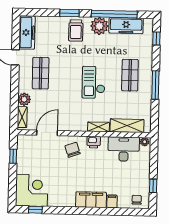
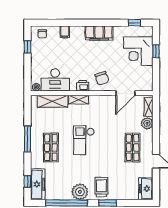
freezer: (126, 26) -> (38, 184), moved, turned 90
freezer: (27, 33) -> (146, 189), width x0.71
checkout: (94, 82) -> (84, 140), turned 180
window: (13, 156) -> (156, 51), moved
corner desk: (32, 190) -> (138, 51), moved
filing cabinet: (91, 200) -> (99, 33), moved

